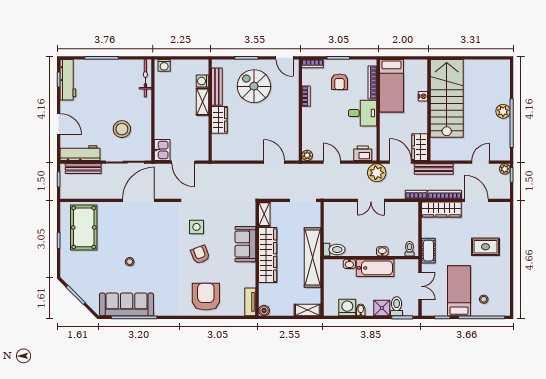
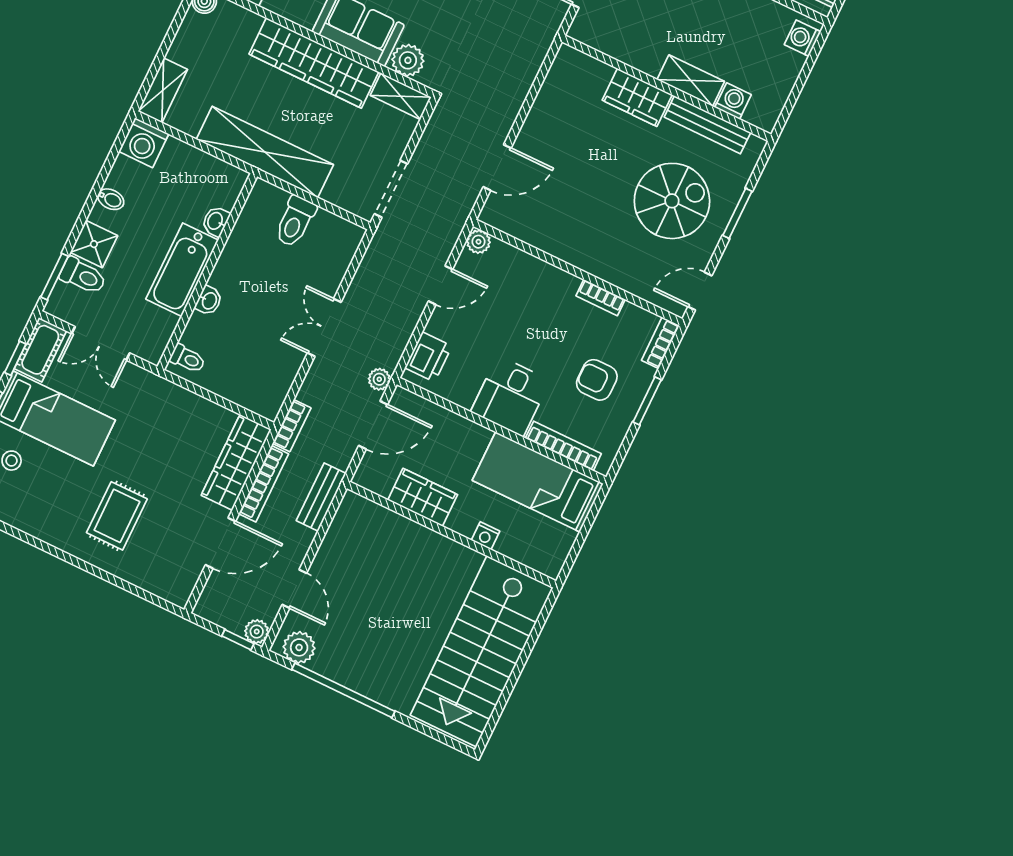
stairs: (447, 98) -> (482, 651), moved, turned 90
plant: (503, 111) -> (299, 647), moved
wardrobe: (420, 147) -> (423, 497), moved
bench: (434, 169) -> (321, 497), width x0.73
plant: (377, 173) -> (379, 379), width x0.53, depth x0.53
plant: (249, 218) -> (408, 60), added
toilet: (334, 250) -> (295, 221), moved
cot: (428, 251) -> (40, 350), moved, turned 90
washing machine: (347, 308) -> (144, 143), moved, turned 90

